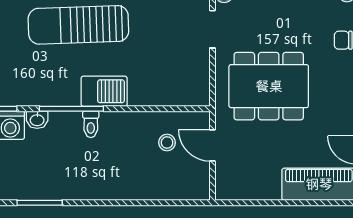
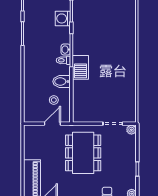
sun lounger: (78, 25) -> (115, 54), removed
washbasin: (37, 120) -> (66, 50), moved
bidet: (131, 128) -> (61, 82), added

